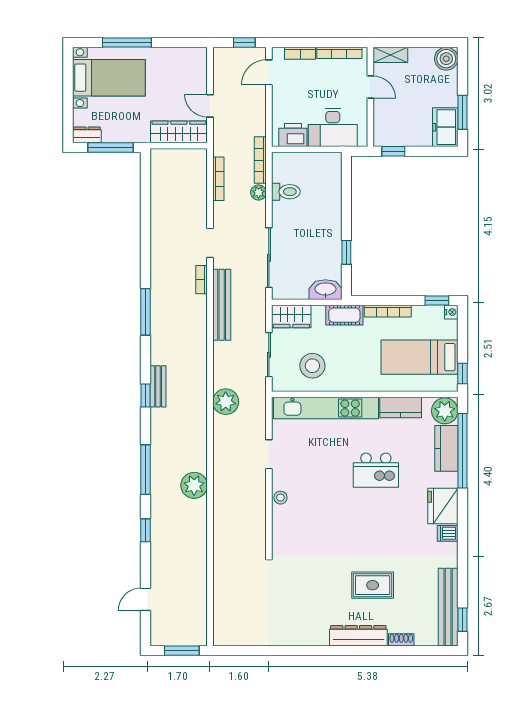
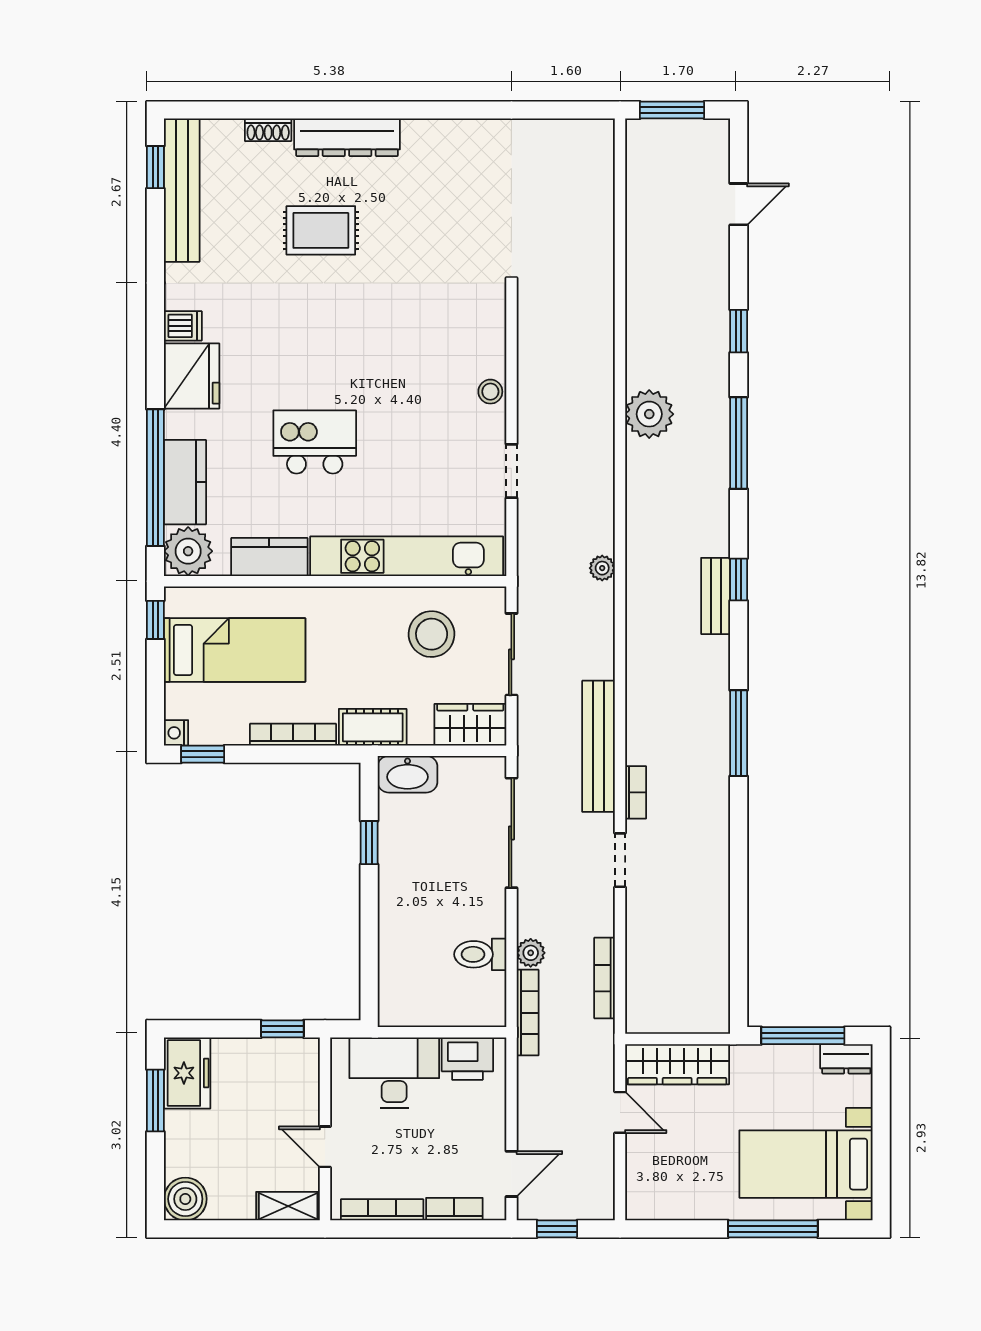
plant: (226, 402) -> (602, 568), width x0.53, depth x0.53

